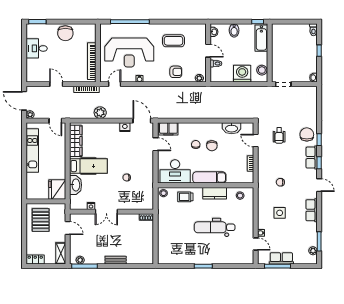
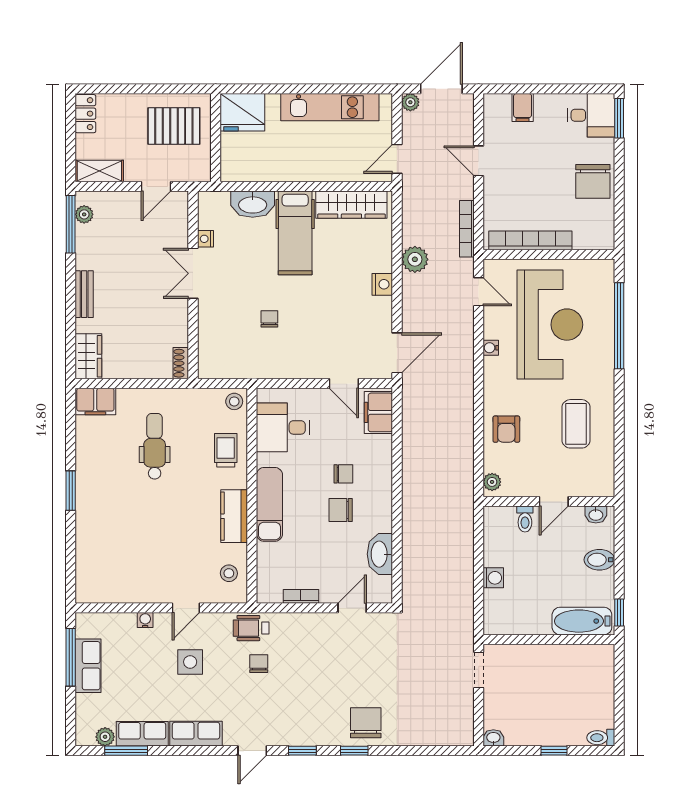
chair: (65, 33) -> (593, 181), turned -90
desk: (37, 48) -> (591, 115), moved, turned 90
reception desk: (129, 52) -> (550, 325), turned 180
filing cabinet: (32, 65) -> (523, 108), added
stool: (262, 70) -> (510, 622), removed
washing machine: (242, 74) -> (493, 578), width x0.53, depth x0.53
door: (56, 84) -> (479, 161), swing flipped
nightstand: (125, 127) -> (382, 284), moved
chair: (307, 134) -> (366, 723), turned -90
wheelchair: (279, 135) -> (251, 628), moved
door: (156, 144) -> (344, 384), hinge flipped
row of seats: (312, 158) -> (142, 734), moved
desk: (175, 171) -> (283, 427), width x0.73
fridge: (57, 189) -> (242, 112), moved, turned 180
dental chair: (215, 227) -> (155, 446), moved, width x0.73, depth x0.72
door: (256, 244) -> (186, 608), moved
filing cabinet: (164, 255) -> (95, 402), added
wardrobe: (143, 258) -> (88, 356), added

